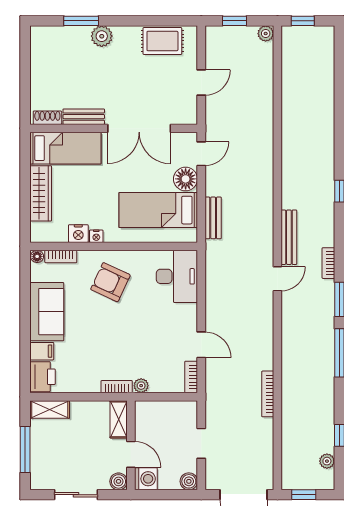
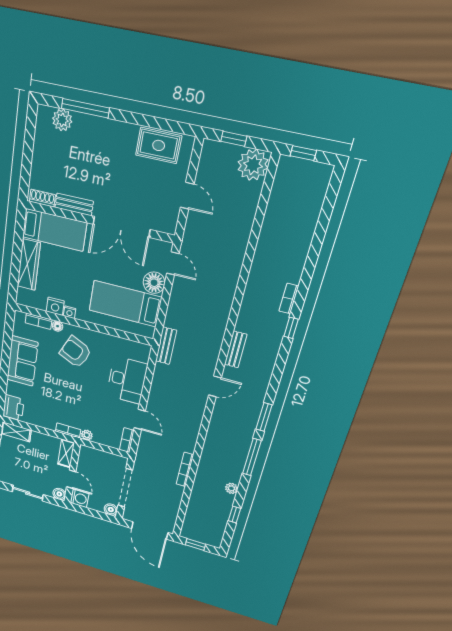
window: (81, 21) -> (85, 108), width x1.44
plant: (266, 34) -> (253, 165), width x1.87, depth x1.87
plant: (102, 36) -> (62, 120), moved
door: (201, 82) -> (187, 196), hinge flipped
door: (201, 154) -> (173, 263), hinge flipped
bench: (213, 218) -> (166, 346), moved
bench: (289, 237) -> (236, 349), width x0.73
floor lamp: (37, 256) -> (58, 326), moved
bookcase: (328, 263) -> (289, 299), moved
desk: (177, 276) -> (127, 380), moved
filing cabinet: (42, 351) -> (15, 389), removed
doorway: (201, 443) -> (125, 488), width x1.87
plant: (327, 461) -> (231, 488), moved

